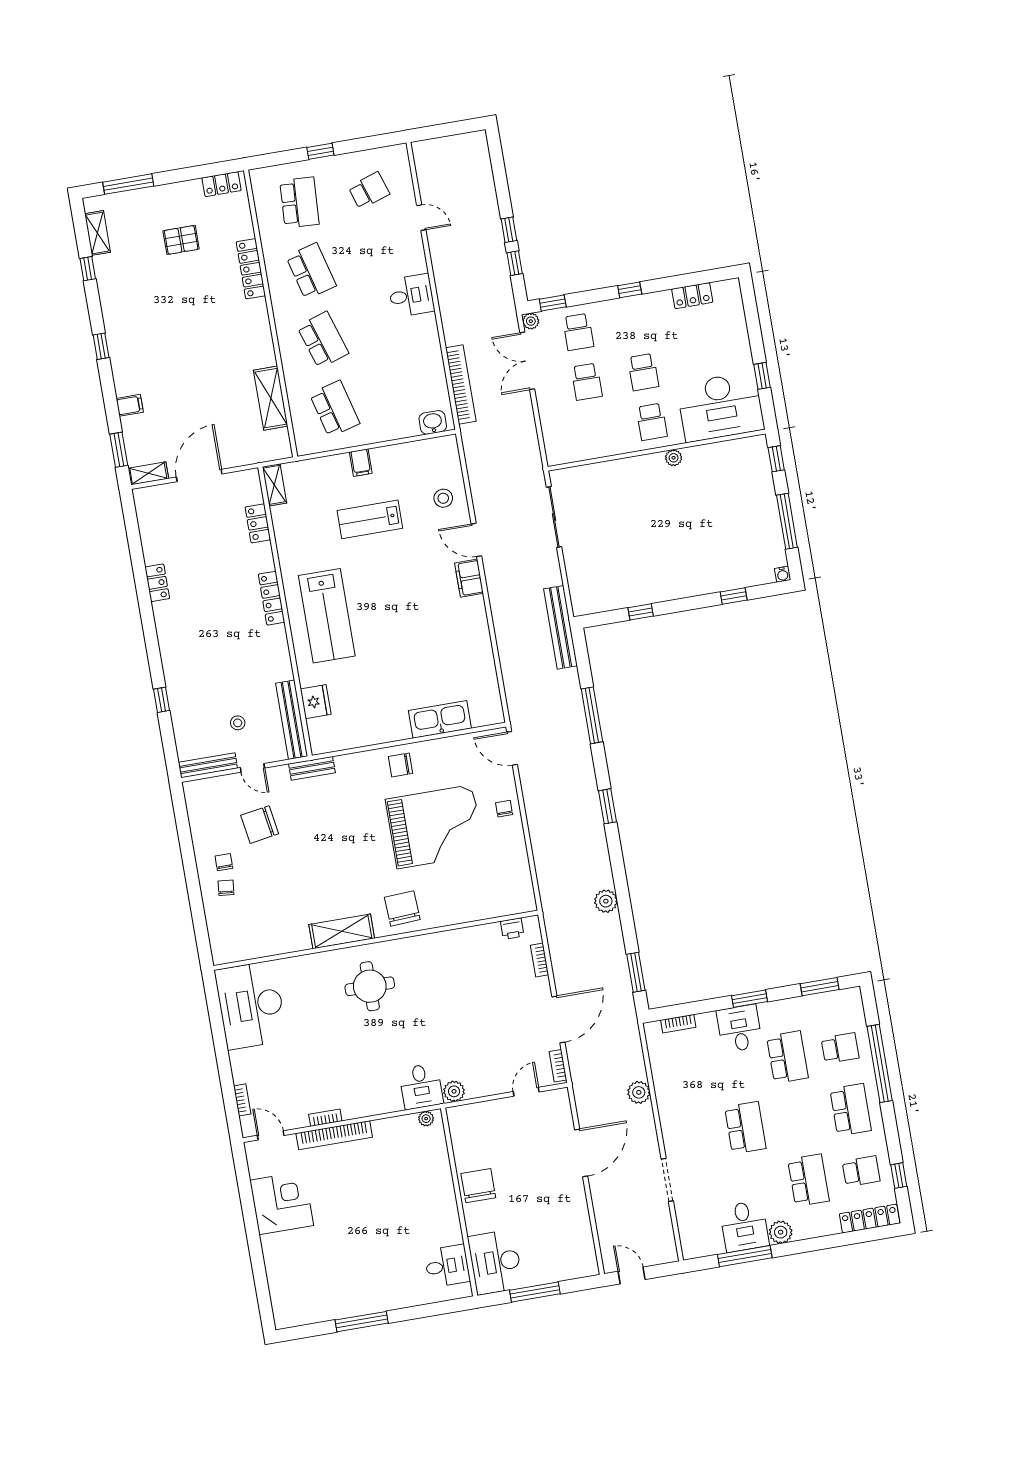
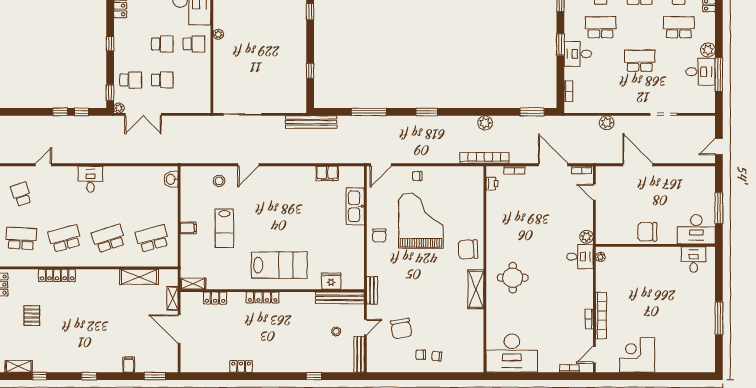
bookcase: (461, 385) -> (484, 158), moved
shelving: (148, 473) -> (173, 298), moved
filing cabinet: (469, 578) -> (327, 173), moved

